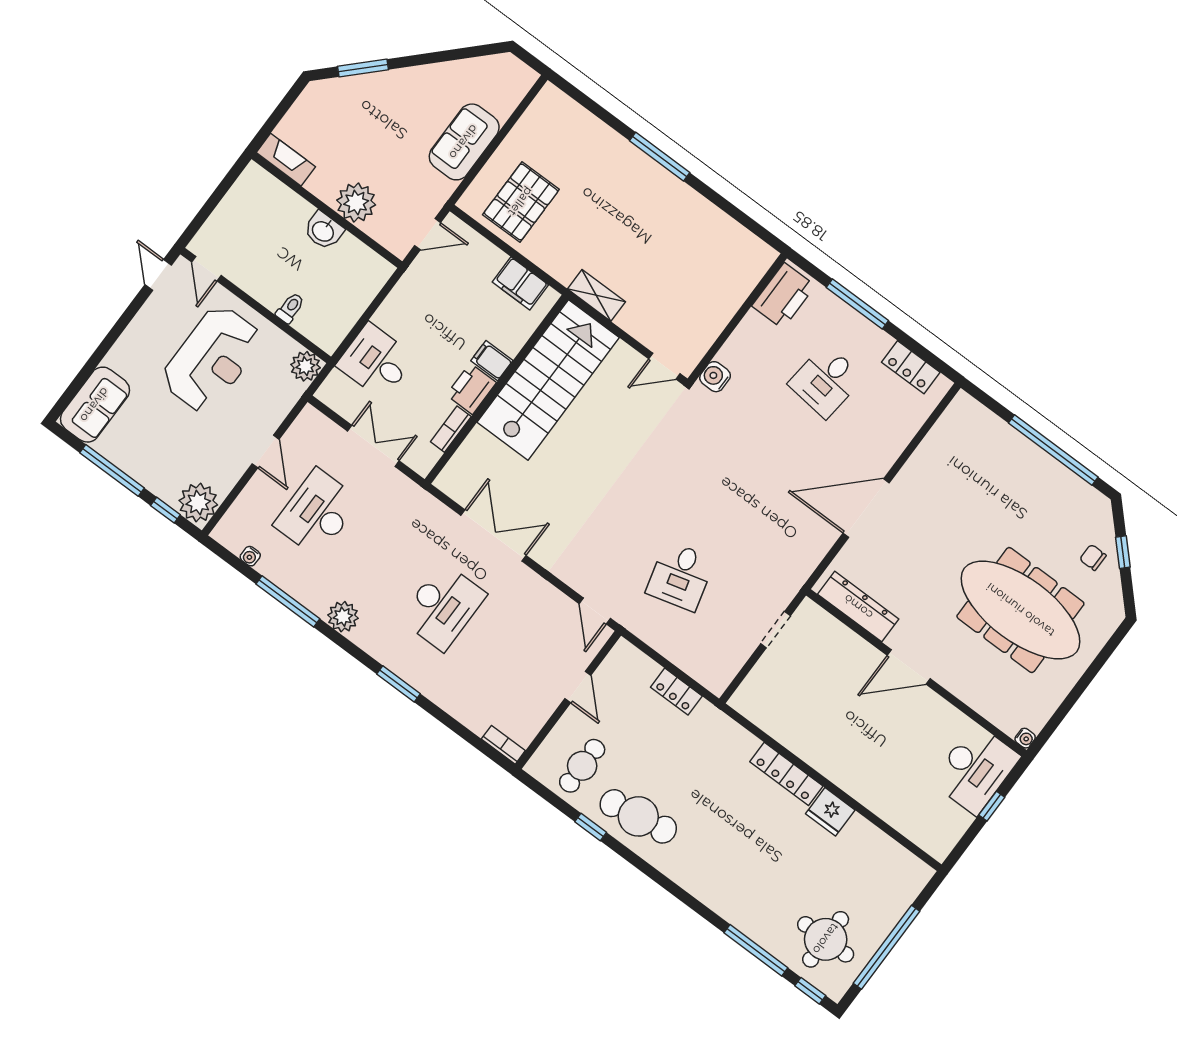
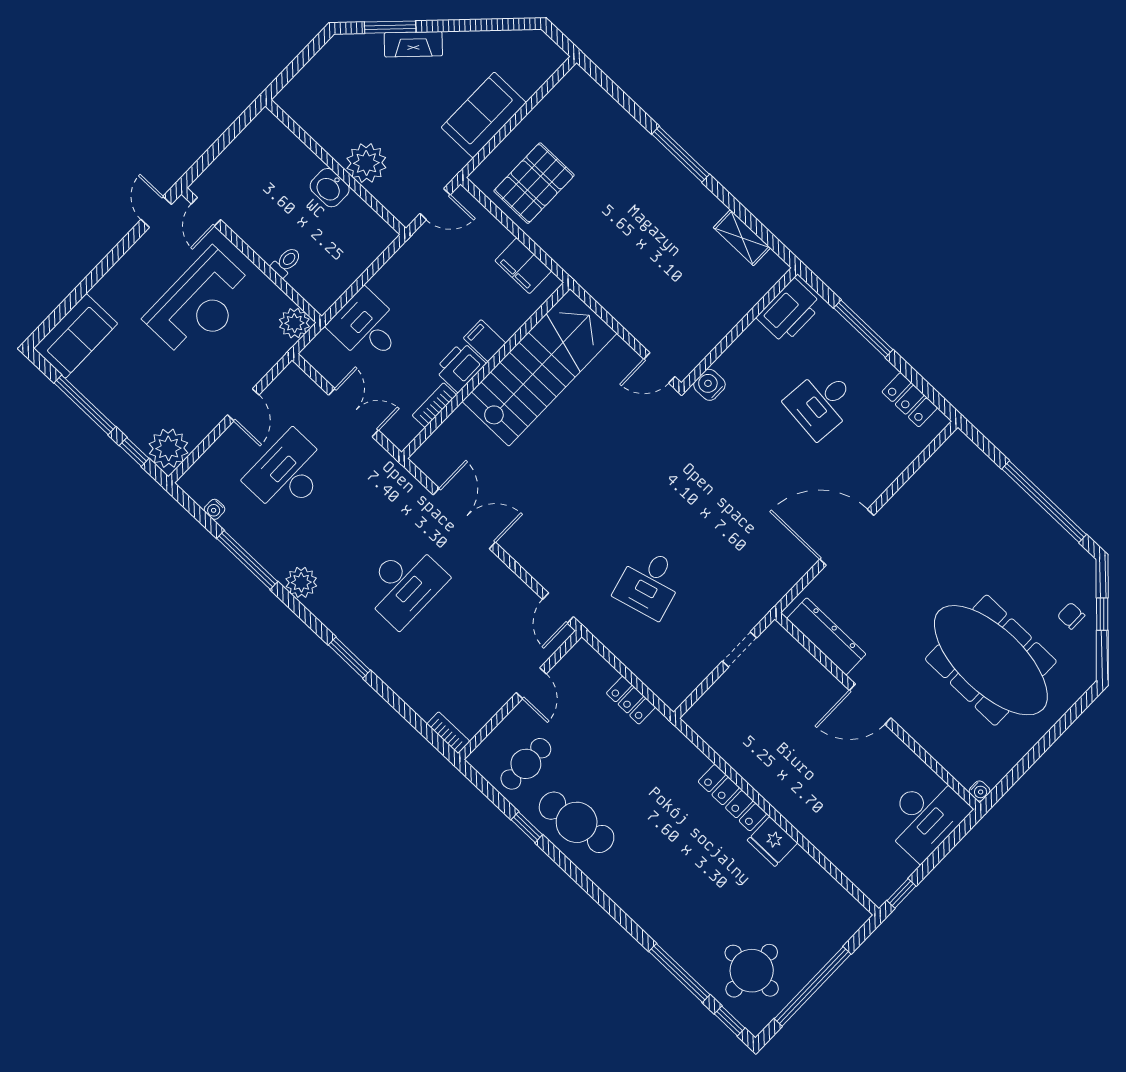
fireplace: (286, 160) -> (413, 44), moved, turned 135
shelving: (596, 295) -> (742, 238), moved
window: (992, 806) -> (901, 893), moved

